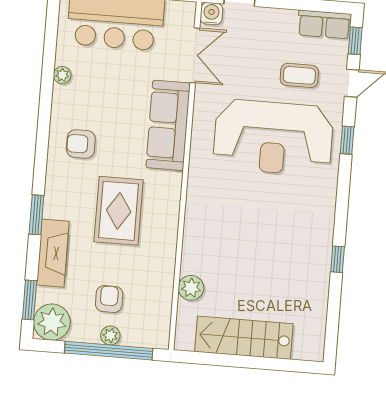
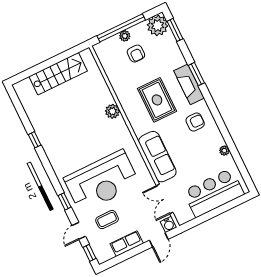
row of seats: (324, 24) -> (127, 244), moved
reception desk: (273, 137) -> (102, 181), turned 180
fireplace: (53, 253) -> (189, 84), moved
plant: (191, 288) -> (112, 111), moved

